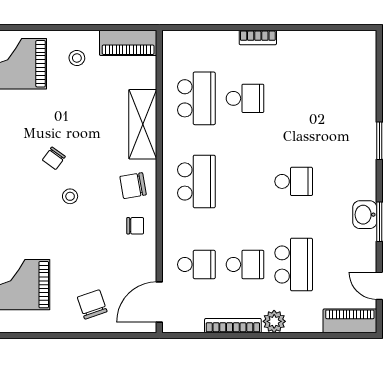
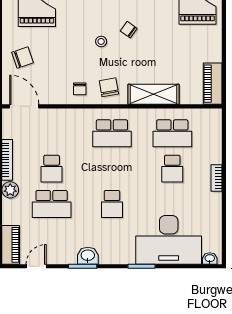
washbasin: (369, 47) -> (210, 259), added
stool: (77, 58) -> (202, 46), removed
desk: (343, 103) -> (169, 240), added
school desk: (196, 264) -> (52, 133), removed

